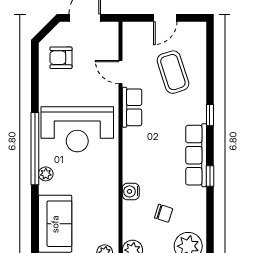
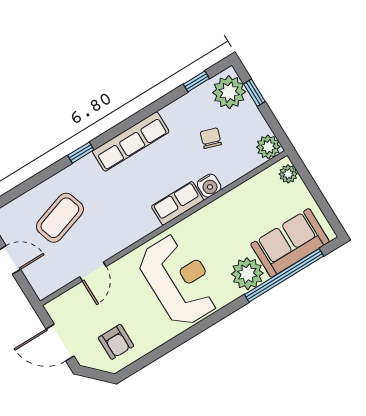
row of seats: (132, 107) -> (178, 203), moved
window: (35, 149) -> (284, 275), moved
plant: (46, 174) -> (247, 274), width x1.88, depth x1.88
window: (210, 176) -> (196, 81), moved

